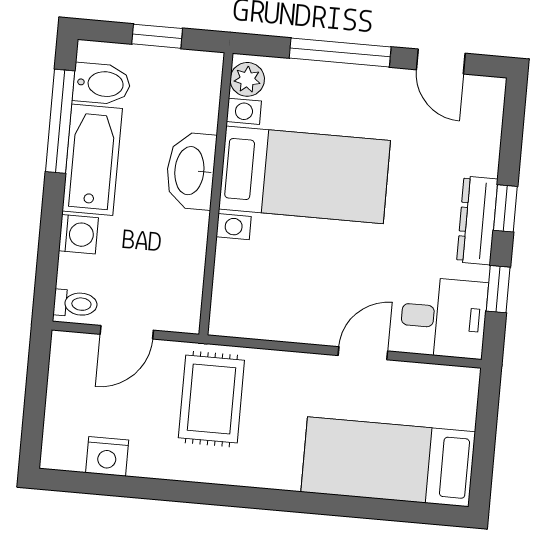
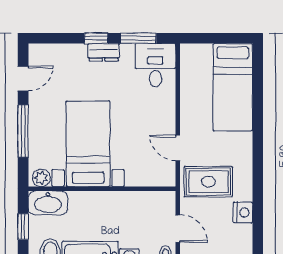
washbasin: (191, 171) -> (48, 203), moved
dresser: (477, 220) -> (104, 52), width x0.70
window: (498, 289) -> (138, 38), width x1.50
door: (363, 353) -> (178, 148), moved
nightstand: (107, 456) -> (243, 212), moved

